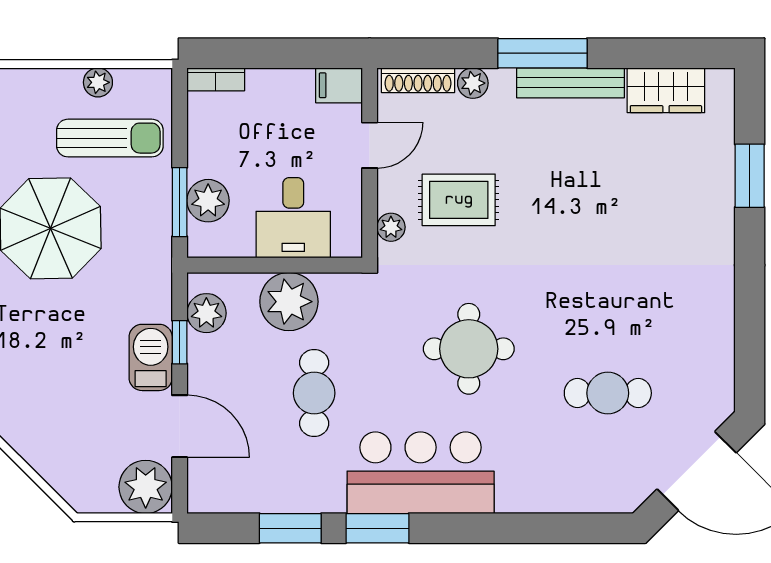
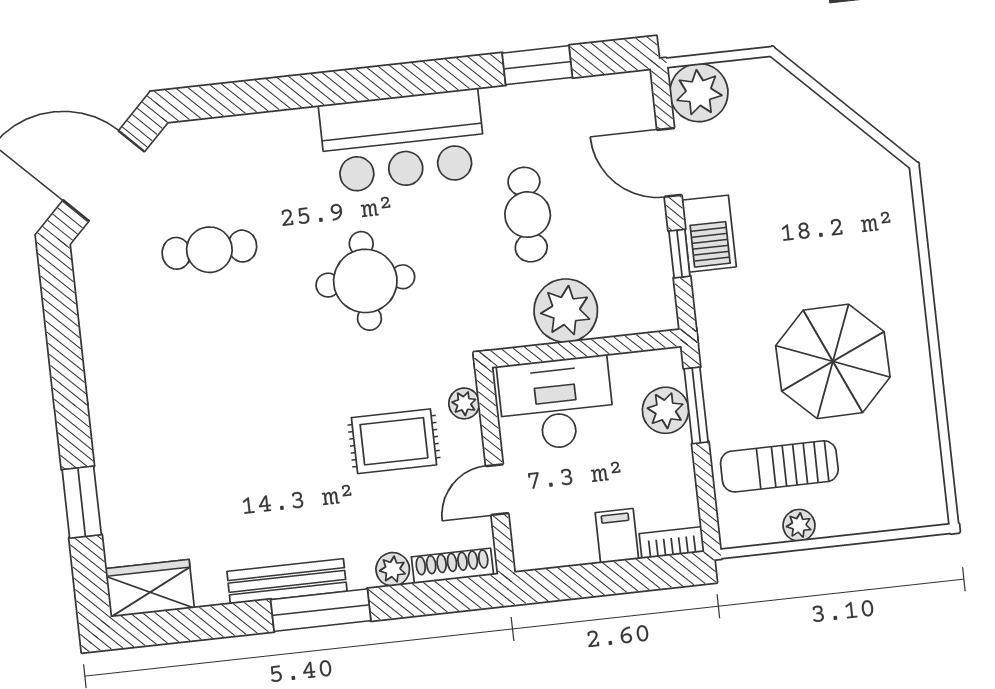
filing cabinet: (339, 85) -> (617, 536), moved, turned -90
wardrobe: (666, 90) -> (150, 588), moved
desk: (293, 218) -> (556, 404), width x1.37
plant: (206, 313) -> (654, 288), removed
window: (377, 528) -> (443, 76), removed

